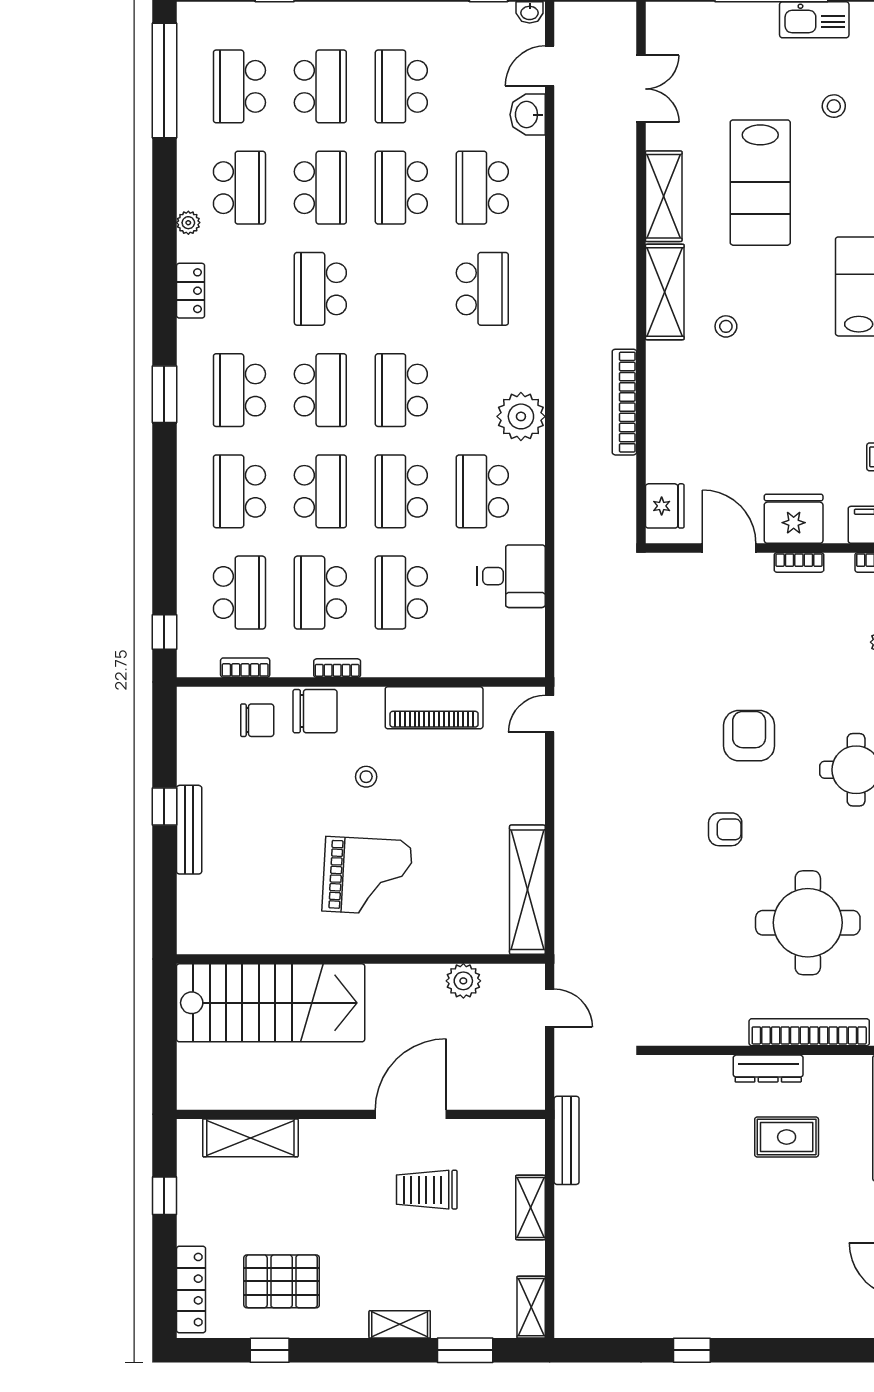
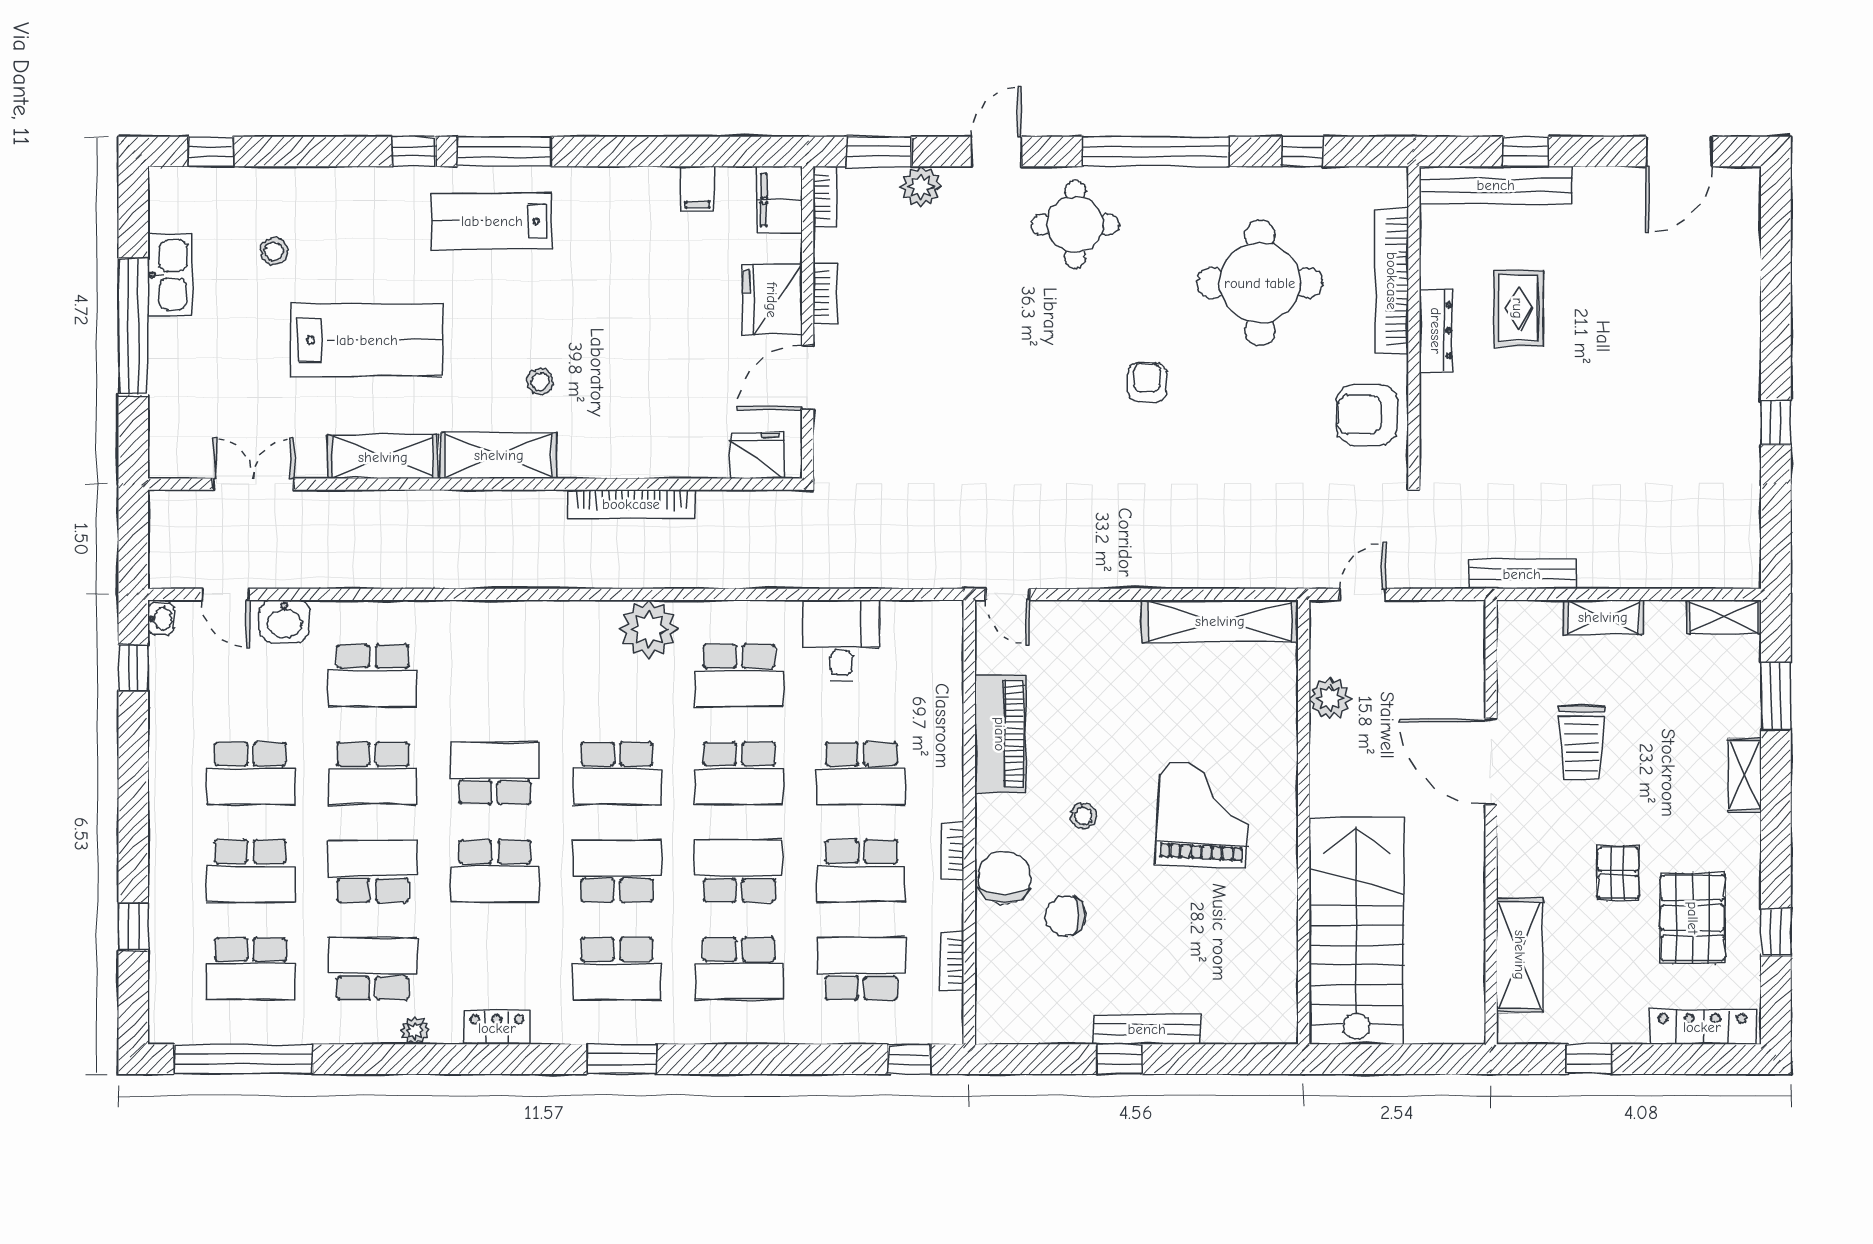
school desk: (320, 86) -> (250, 871), turned 180
school desk: (482, 289) -> (495, 773), moved
chair: (257, 720) -> (1066, 916), moved, turned -90
armchair: (749, 736) -> (1367, 415), moved
pallet: (319, 1219) -> (1618, 873), added

